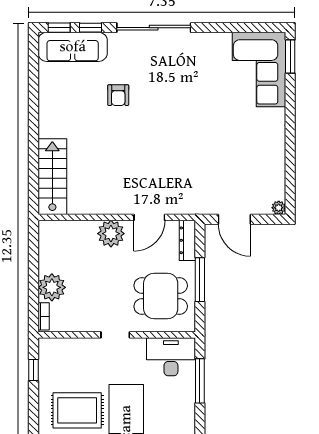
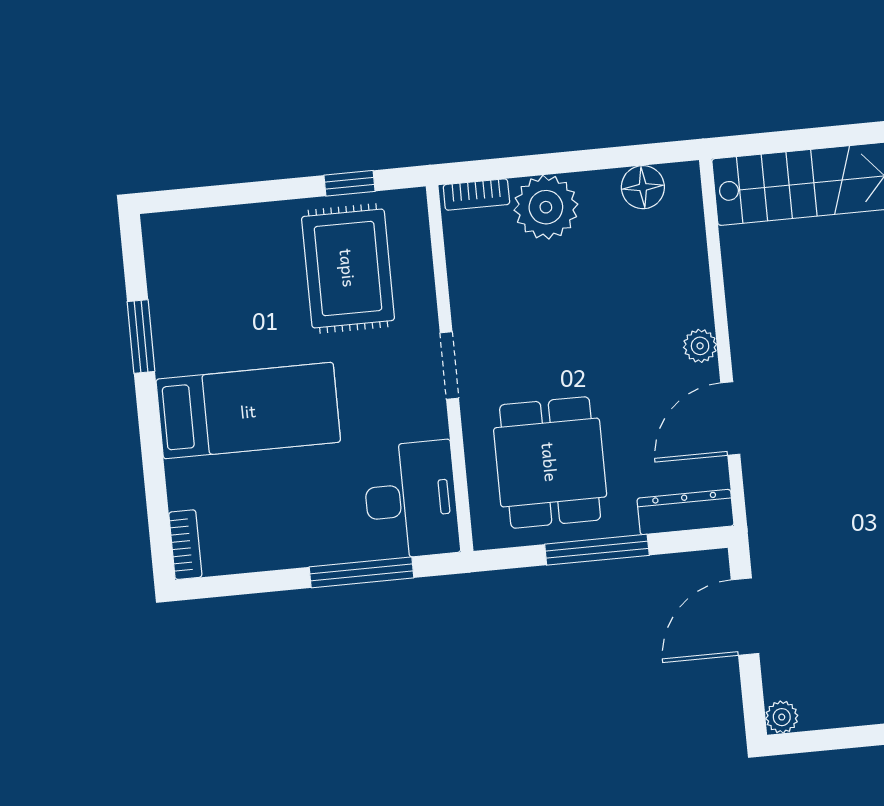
door: (149, 217) -> (730, 418), hinge flipped
plant: (111, 234) -> (700, 346), width x0.53, depth x0.53
floor lamp: (47, 245) -> (643, 187), added
rug: (77, 410) -> (348, 268), moved

